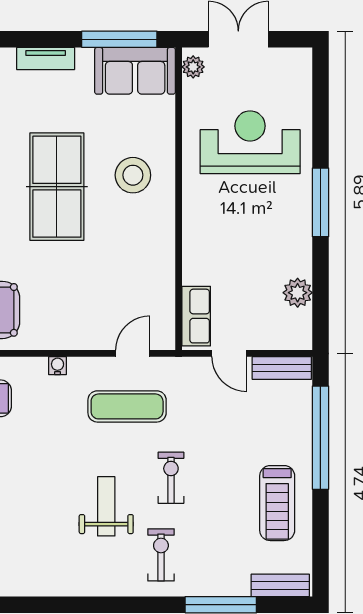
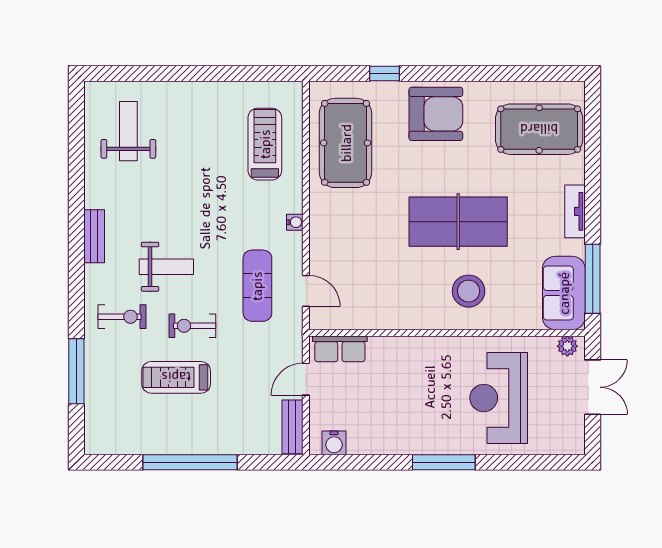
reception desk: (250, 142) -> (499, 398), turned 180
plant: (298, 293) -> (361, 441), removed
water cooler: (299, 323) -> (334, 443), added
window: (320, 438) -> (190, 462), moved
exercise bike: (171, 478) -> (192, 326), turned 180
treadmill: (277, 503) -> (176, 377), moved
bench: (280, 585) -> (94, 236), moved

